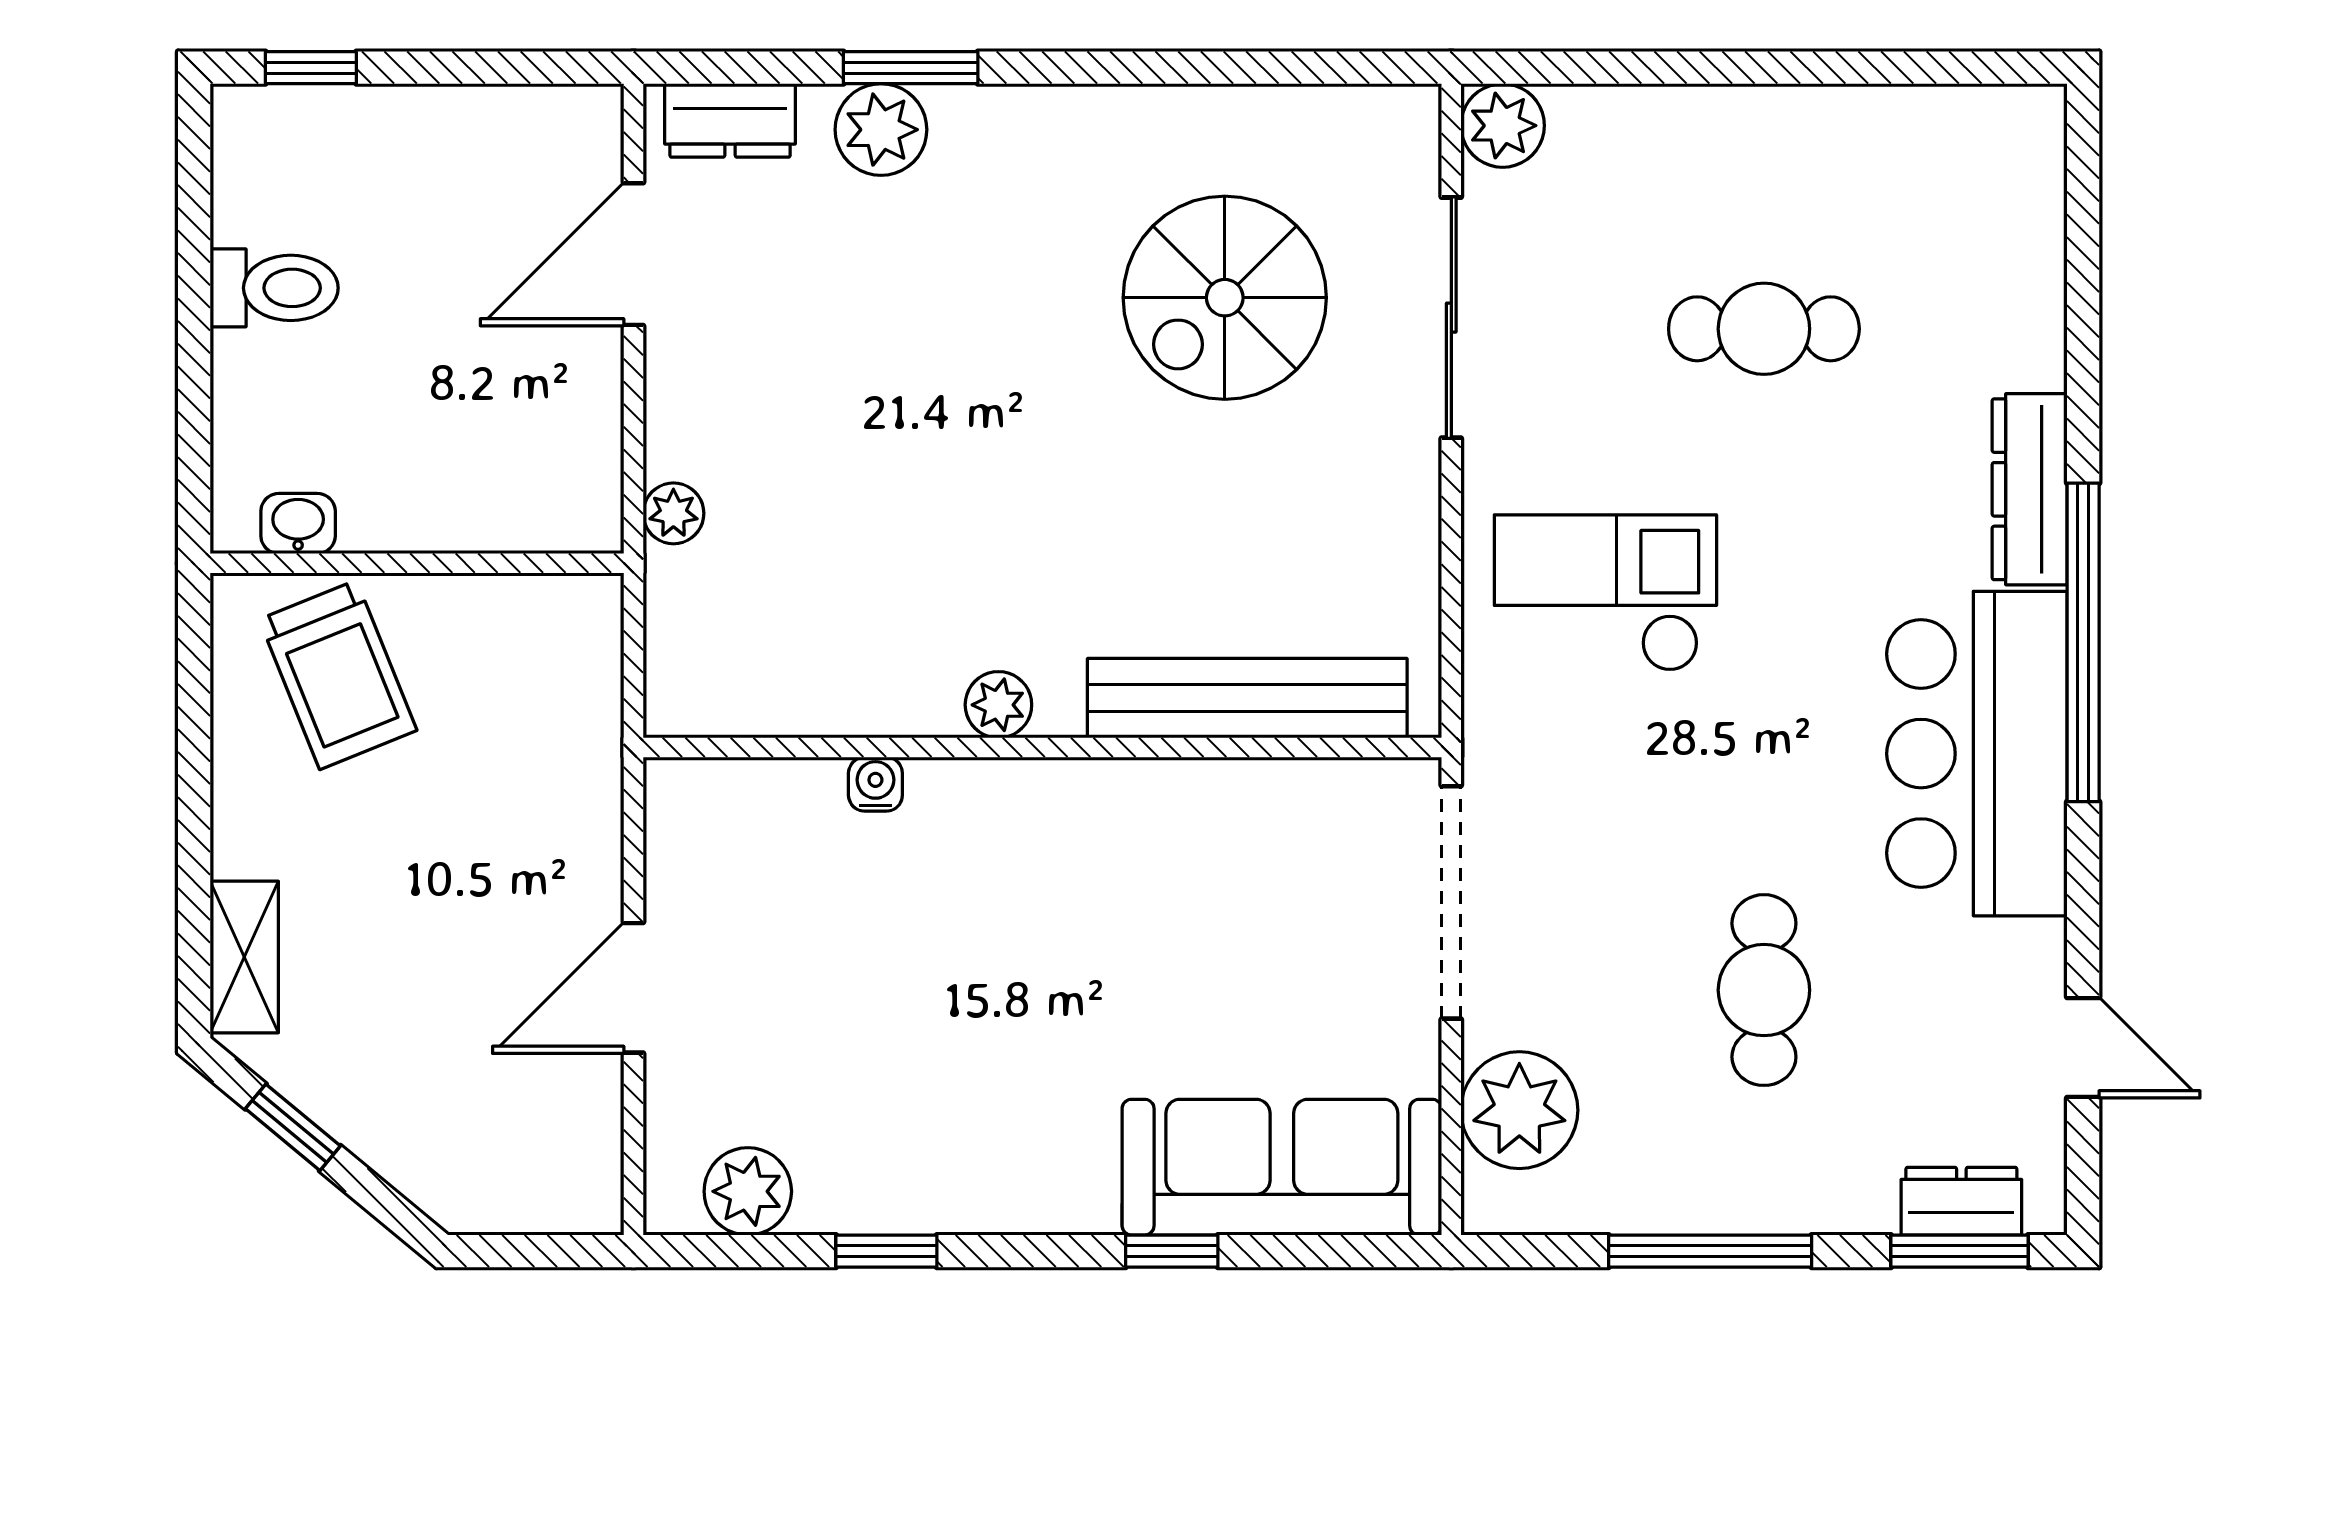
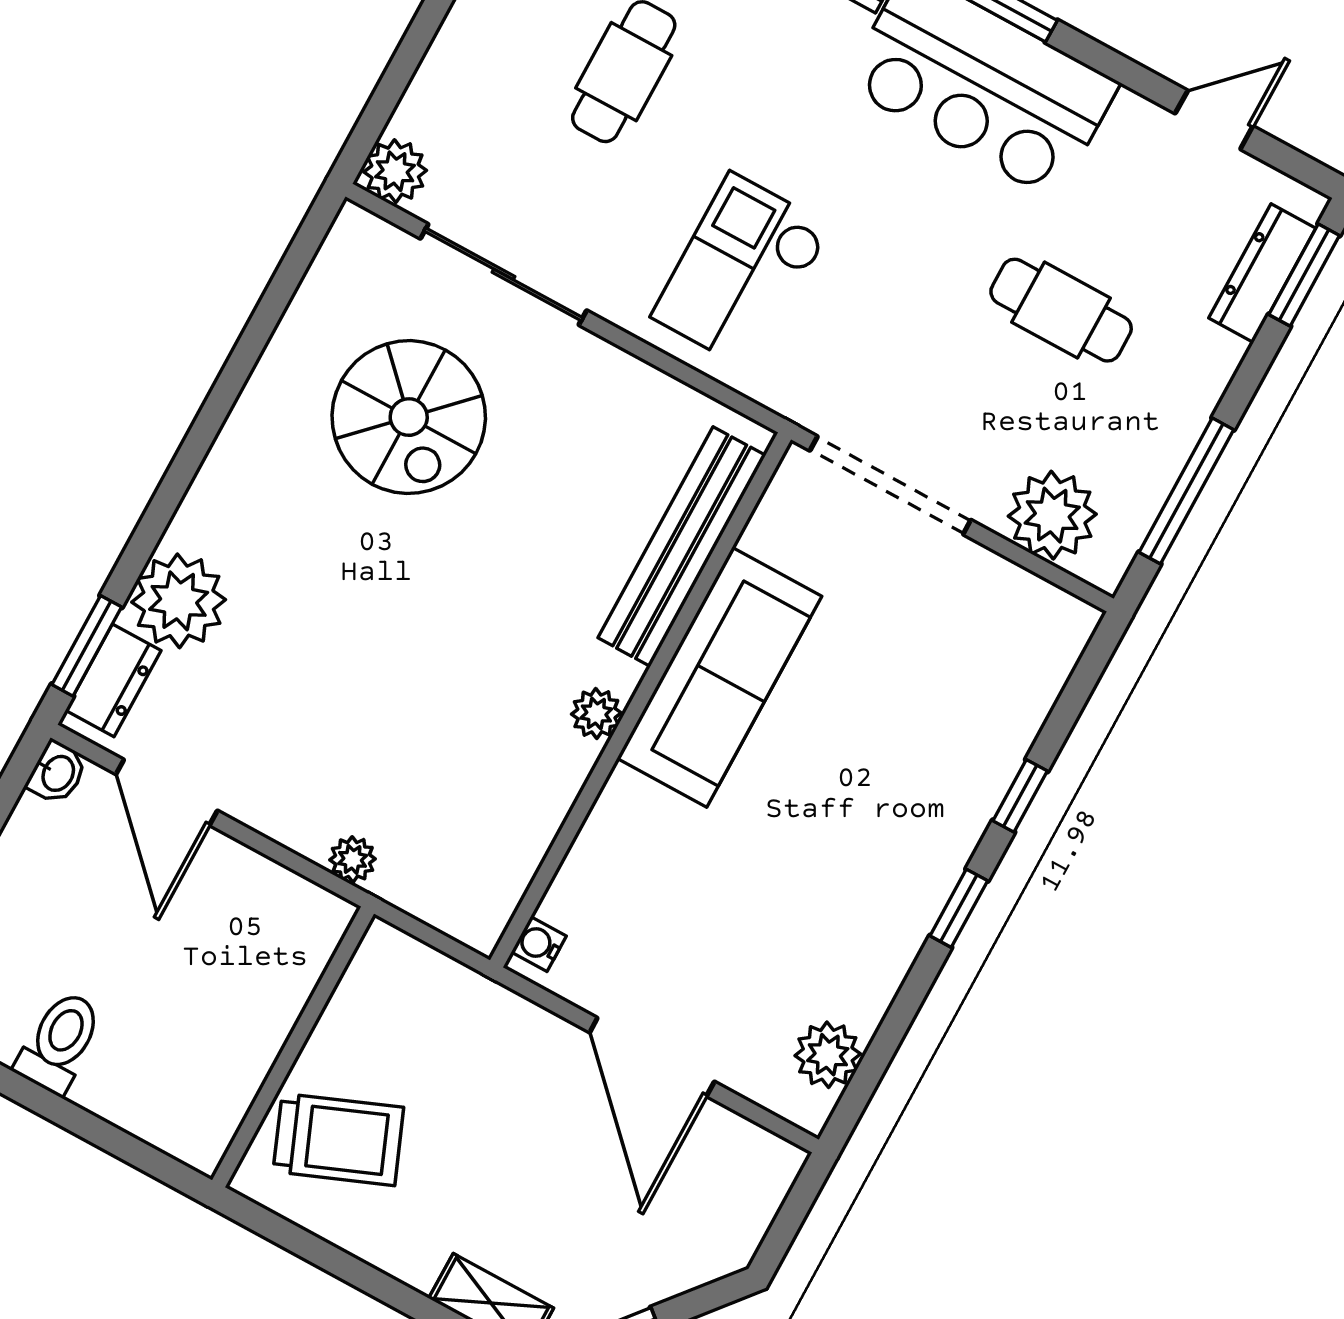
window: (911, 68) -> (87, 646), moved
plant: (881, 130) -> (179, 601), width x1.36, depth x1.36
washbasin: (298, 523) -> (57, 773), moved, turned 180
water cooler: (875, 784) -> (539, 944), moved
door: (633, 988) -> (652, 1057), width x1.36
sofa: (1282, 1167) -> (719, 677), moved, turned 180
dresser: (1961, 1201) -> (1262, 273), width x1.44
window: (886, 1251) -> (959, 908), moved
window: (1710, 1251) -> (1186, 491), moved

